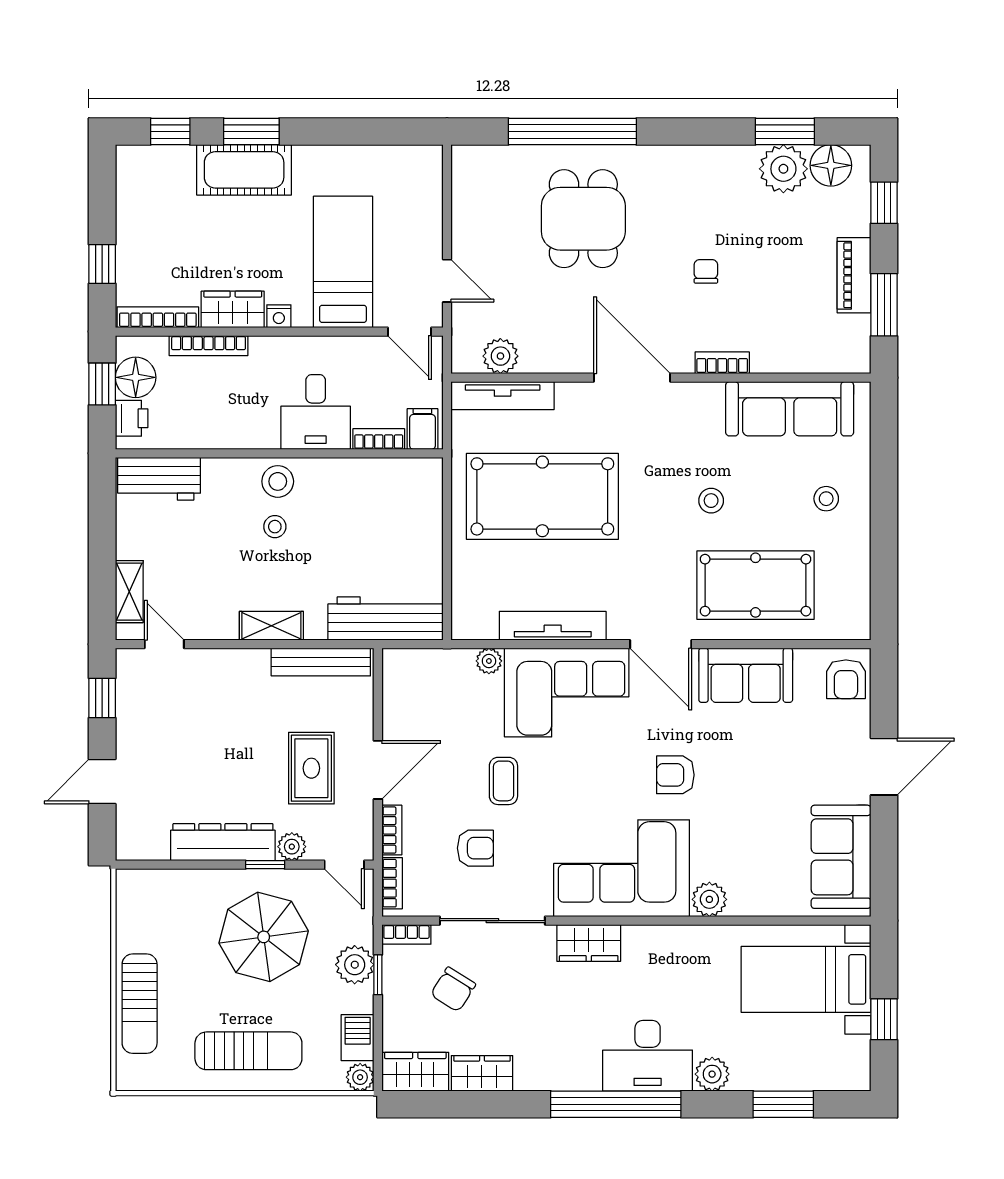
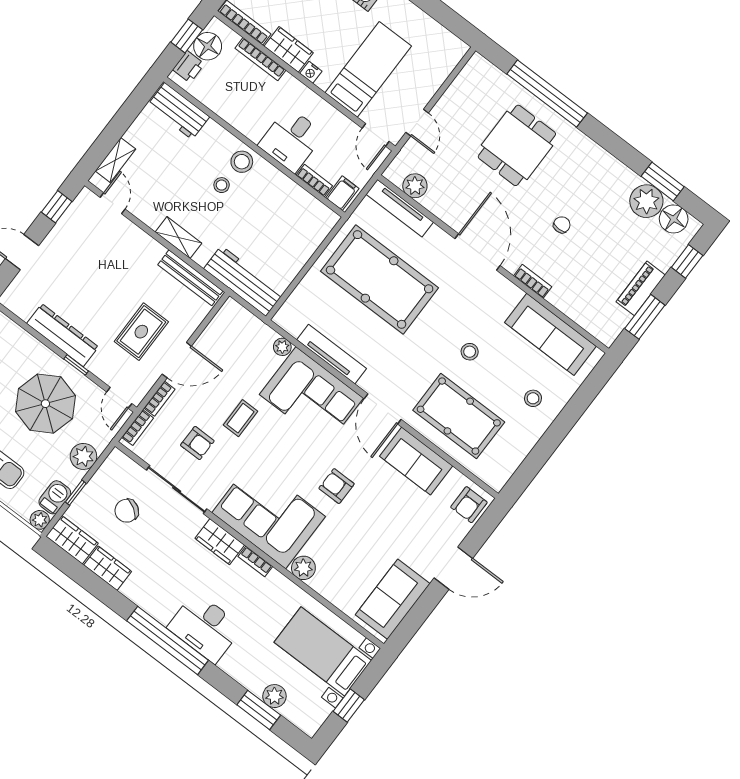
plant: (292, 847) -> (98, 366), removed
bookcase: (406, 934) -> (255, 561), moved
window: (378, 975) -> (76, 493), moved
plant: (712, 1074) -> (274, 696), moved

